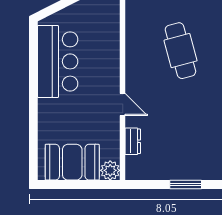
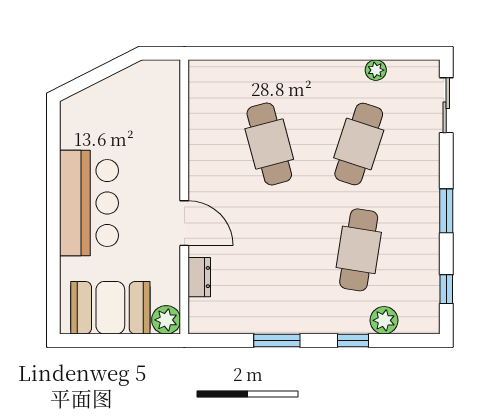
bar counter: (58, 61) -> (89, 203), moved
door: (123, 104) -> (184, 223), width x1.38

